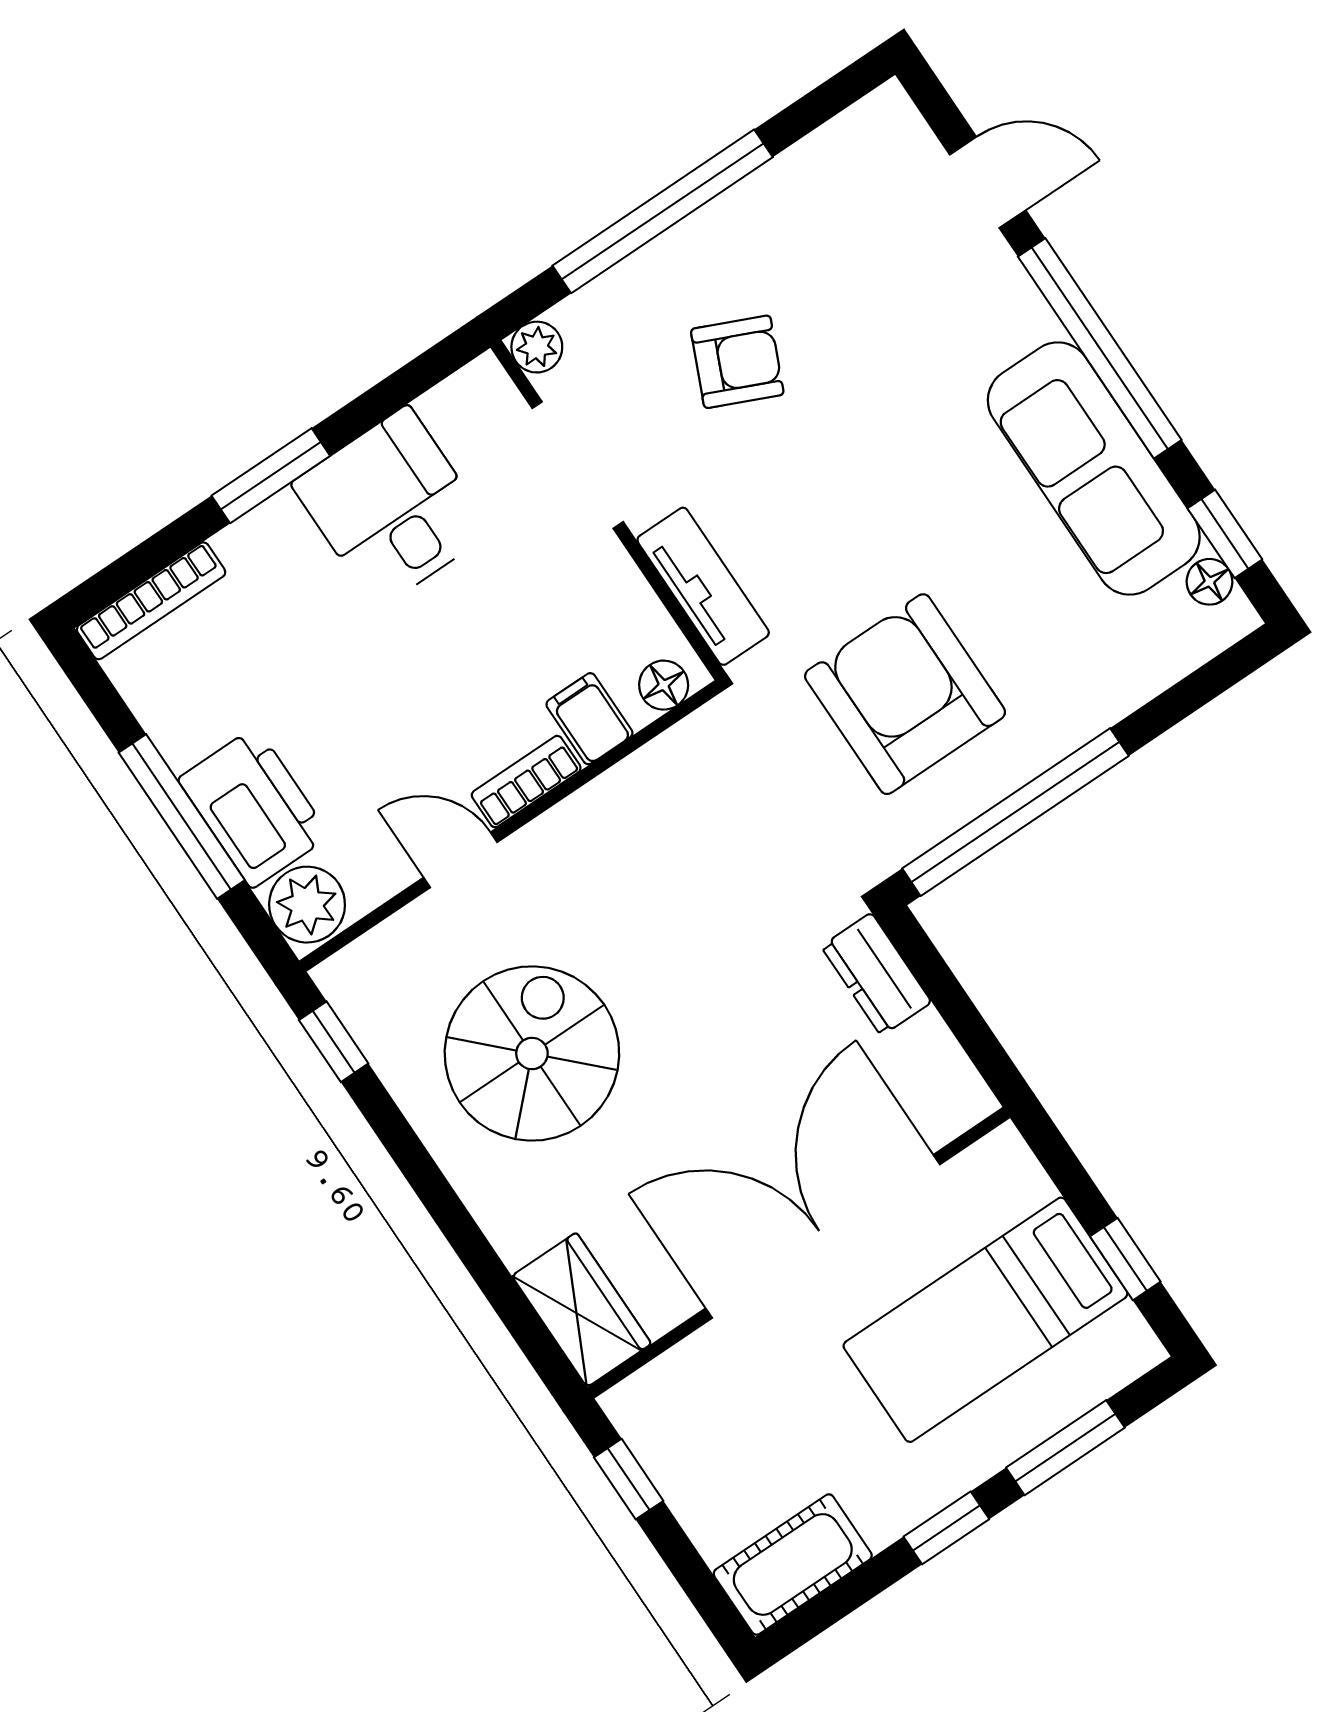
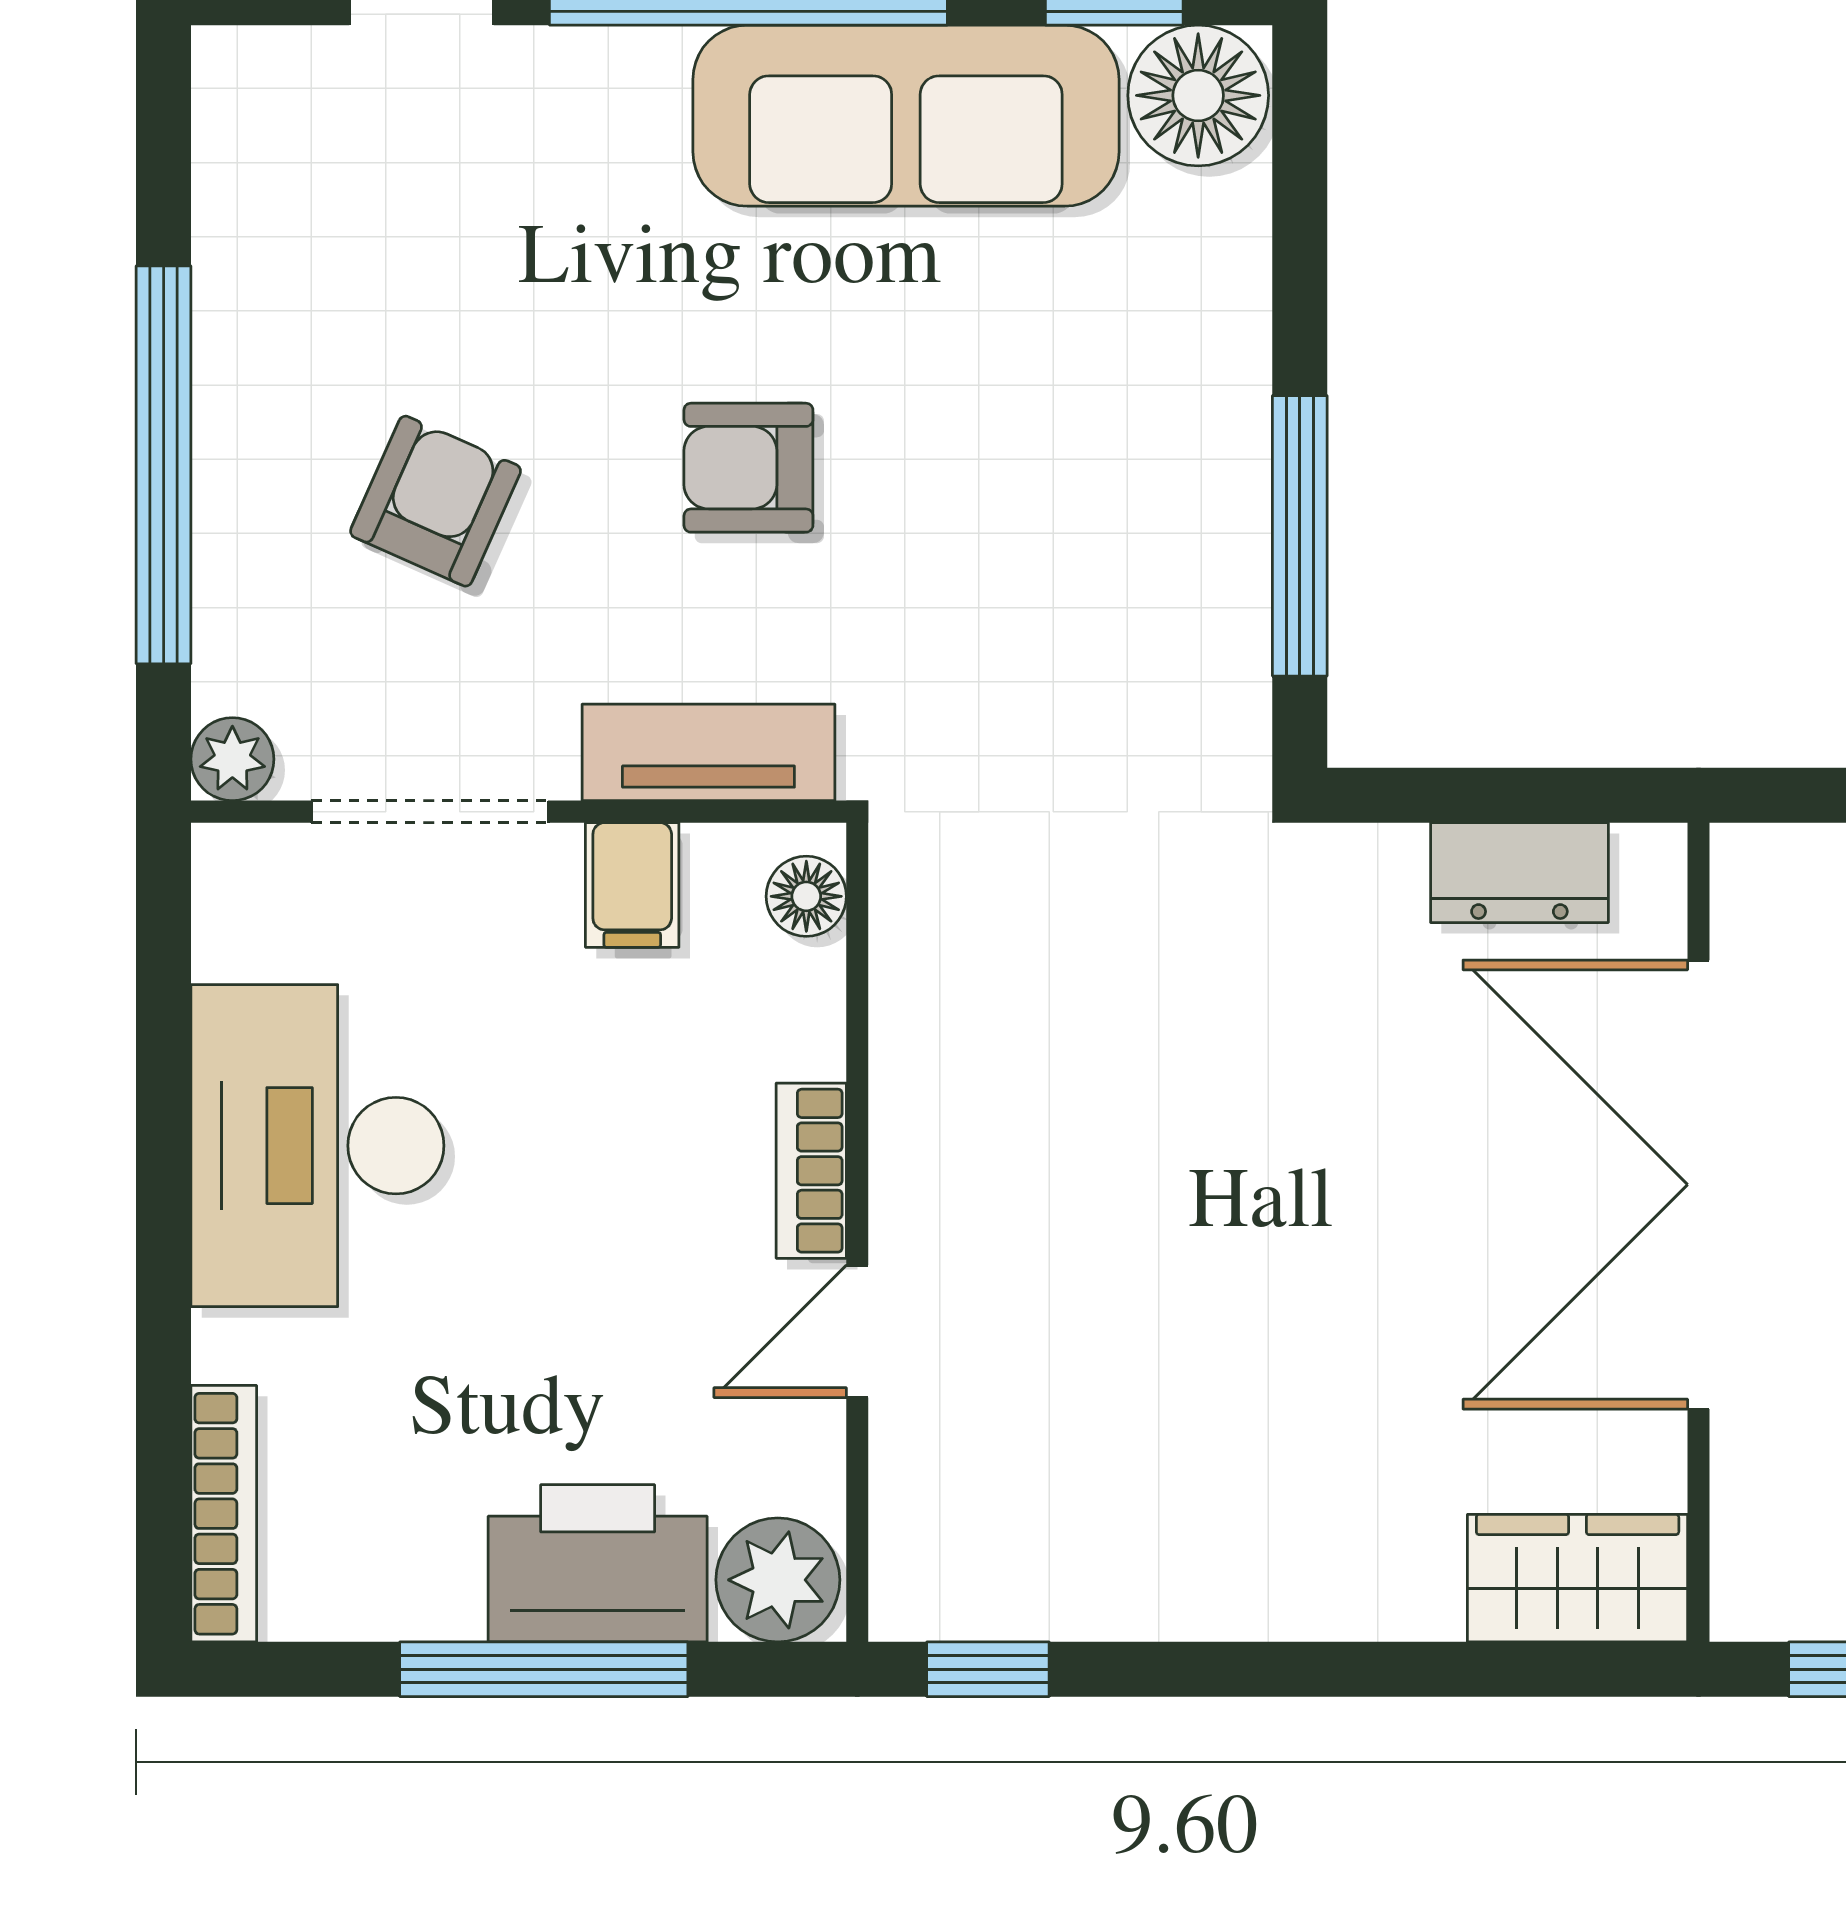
window: (271, 476) -> (164, 1237), removed
desk: (392, 507) -> (317, 1146), width x1.37
floor lamp: (1209, 582) -> (1198, 95), width x1.89, depth x1.89
armchair: (905, 694) -> (748, 468), moved, width x0.53, depth x0.53
filing cabinet: (589, 719) -> (632, 885), moved, turned -90
window: (1015, 812) -> (1300, 536), width x0.68
dresser: (876, 974) -> (1519, 873), moved
spiral stairs: (532, 1054) -> (1185, 1411), removed

